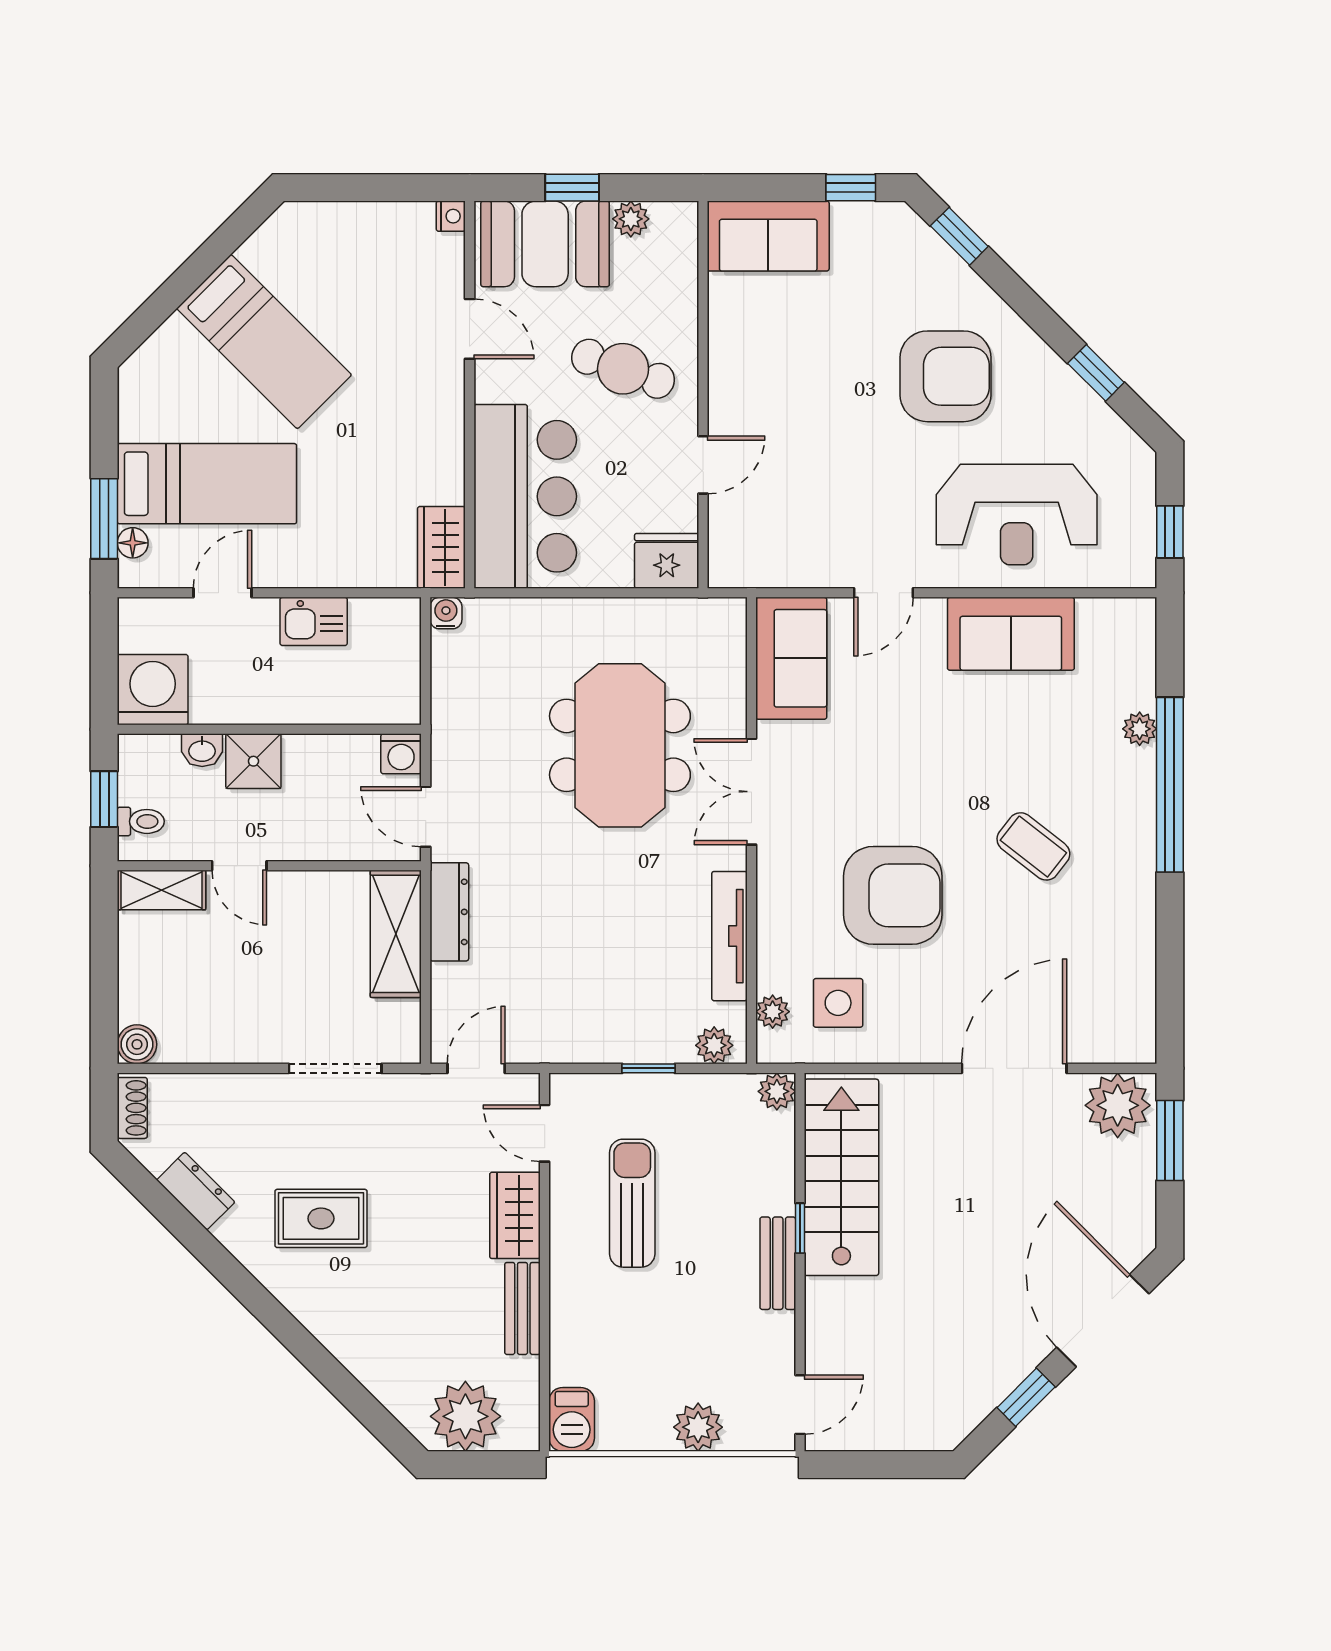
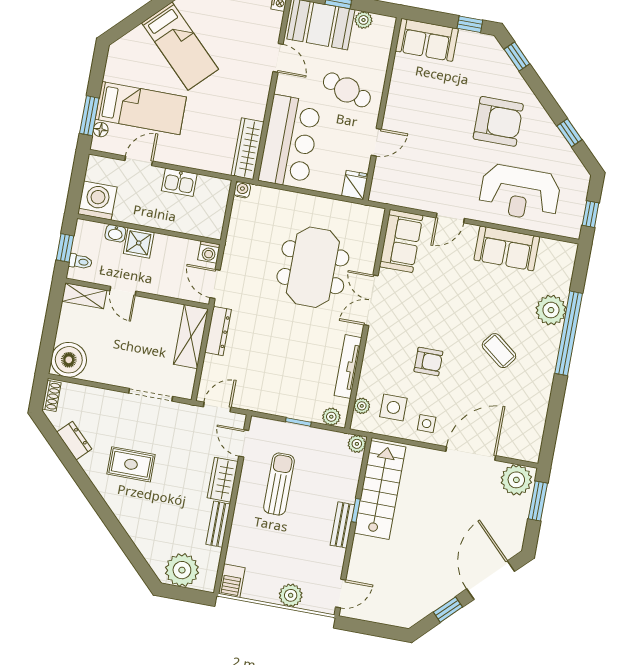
wardrobe: (441, 547) -> (248, 149), width x1.50
fridge: (667, 561) -> (355, 185), width x0.72
plant: (1140, 729) -> (551, 310), width x1.88, depth x1.88
armchair: (893, 895) -> (428, 361), width x0.53, depth x0.53
side table: (912, 1023) -> (427, 424), added
boiler: (137, 1044) -> (69, 360), width x1.86, depth x1.86

